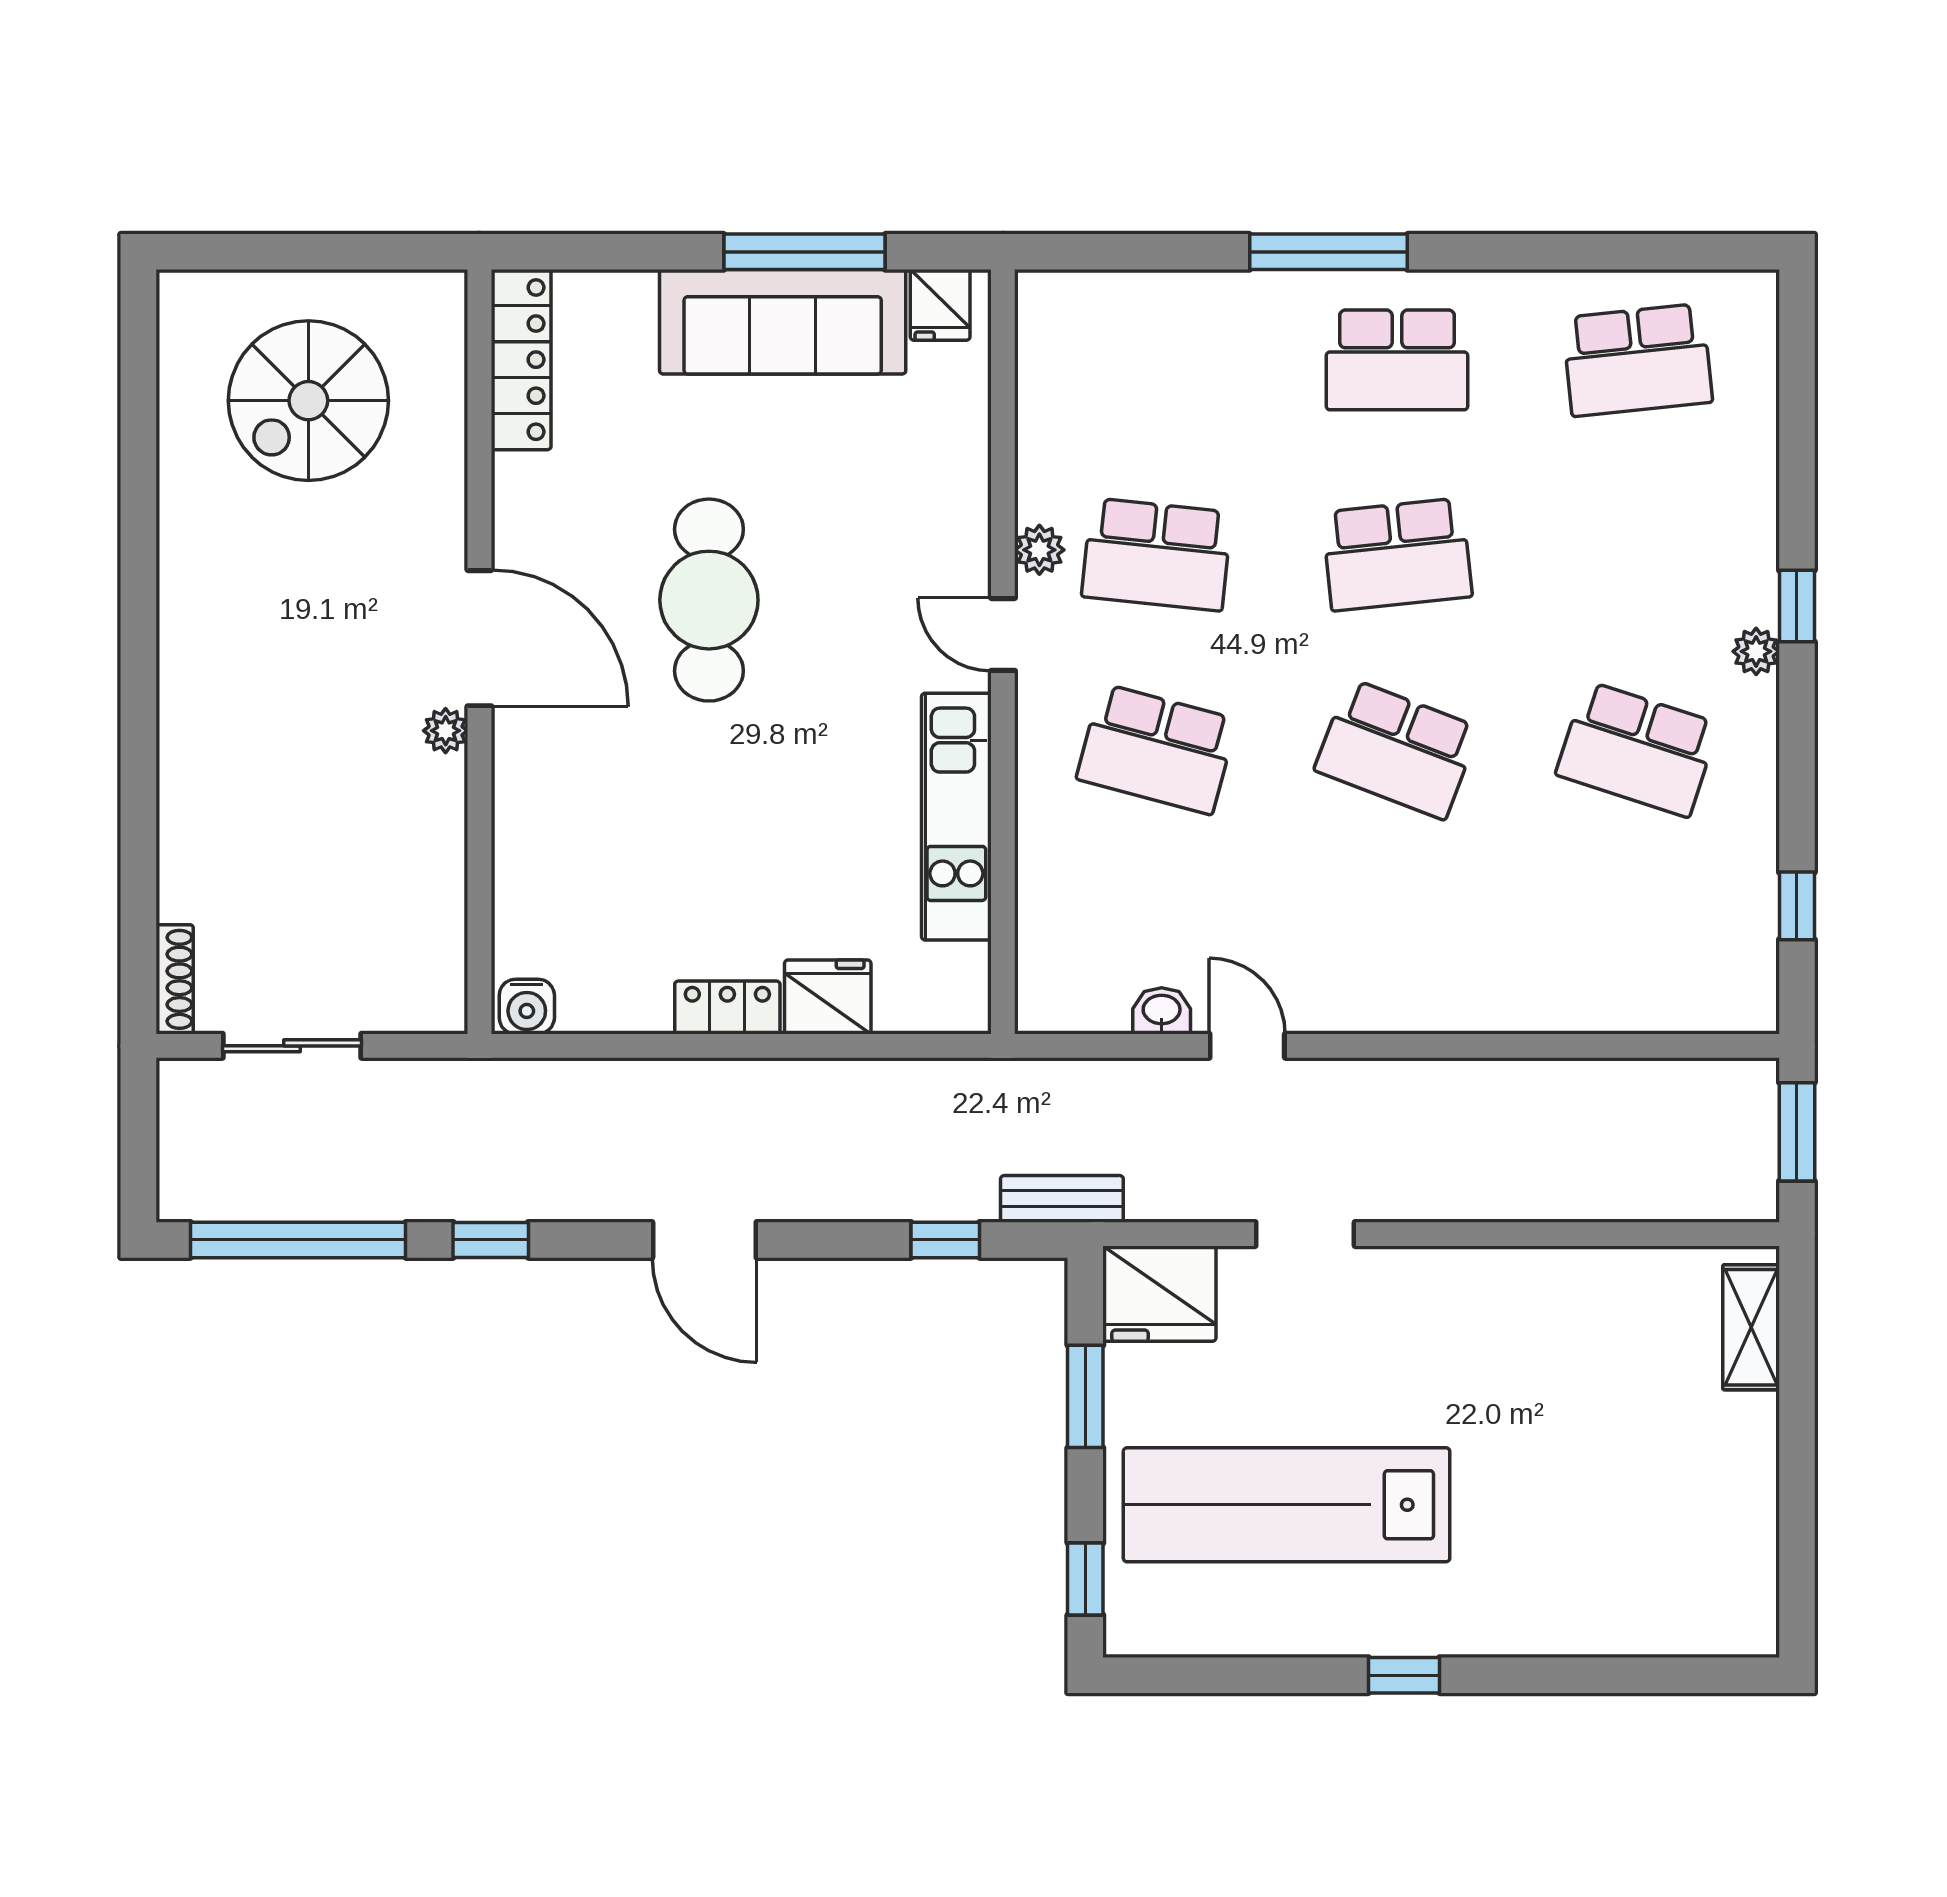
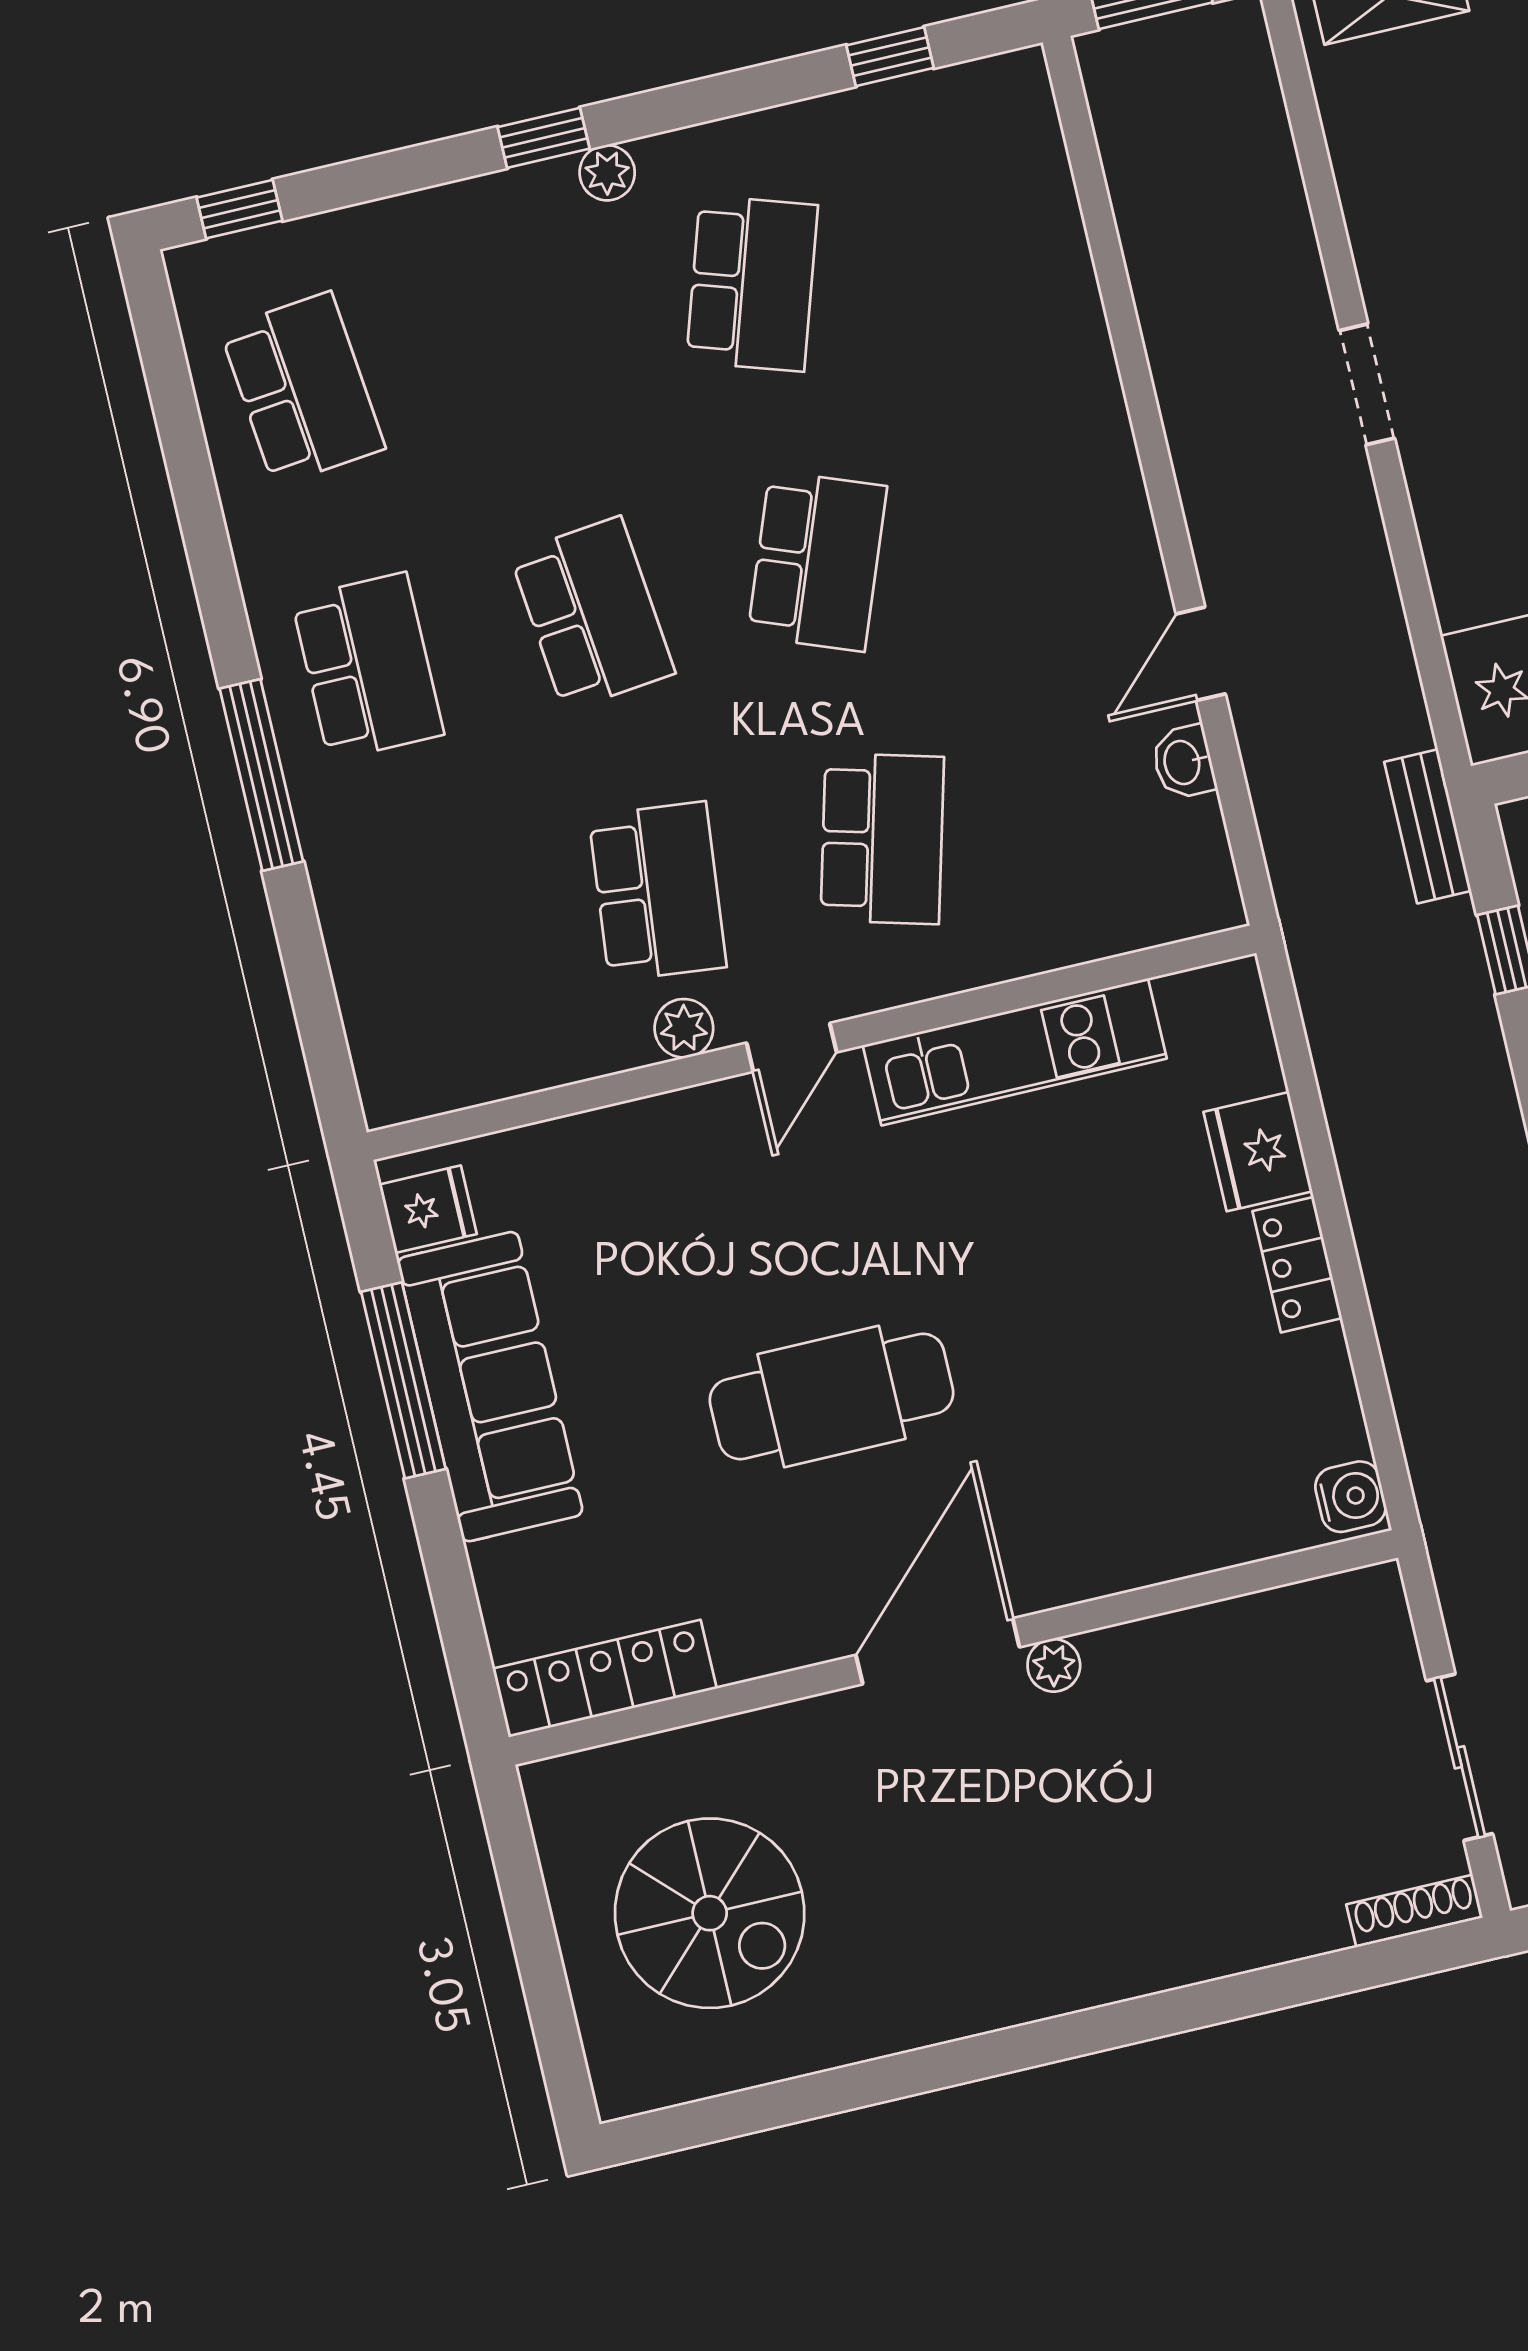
window: (1797, 343) -> (239, 209), added
doorway: (1305, 1234) -> (1367, 384), moved

